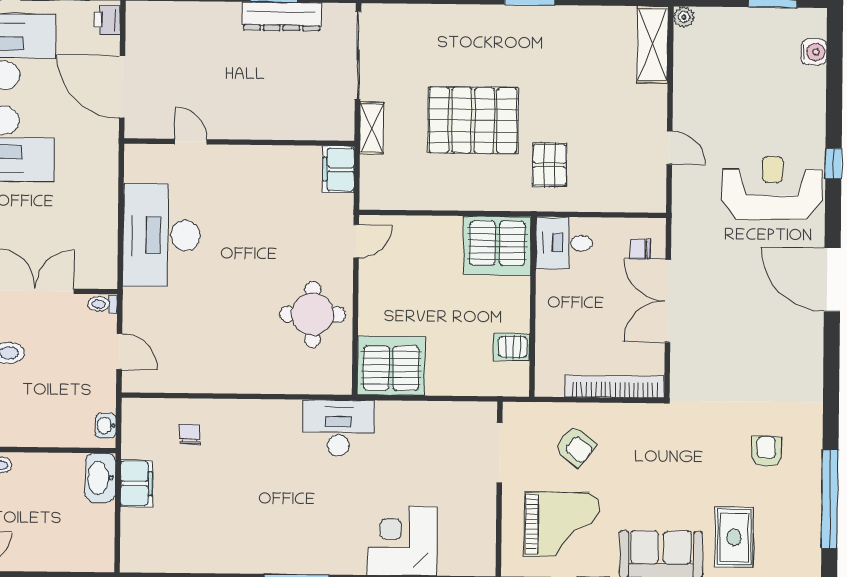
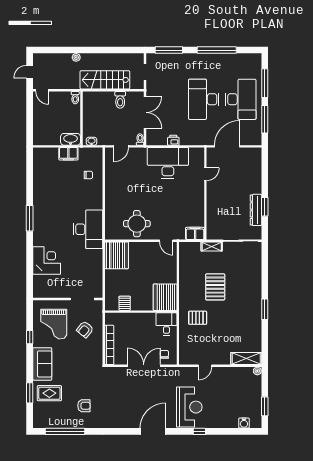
printer: (107, 20) -> (173, 140), moved
pallet: (473, 120) -> (215, 287), width x0.73, depth x0.71
desk: (339, 428) -> (88, 229), width x1.36, depth x1.30

